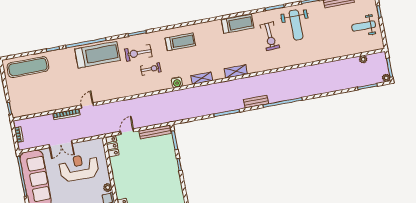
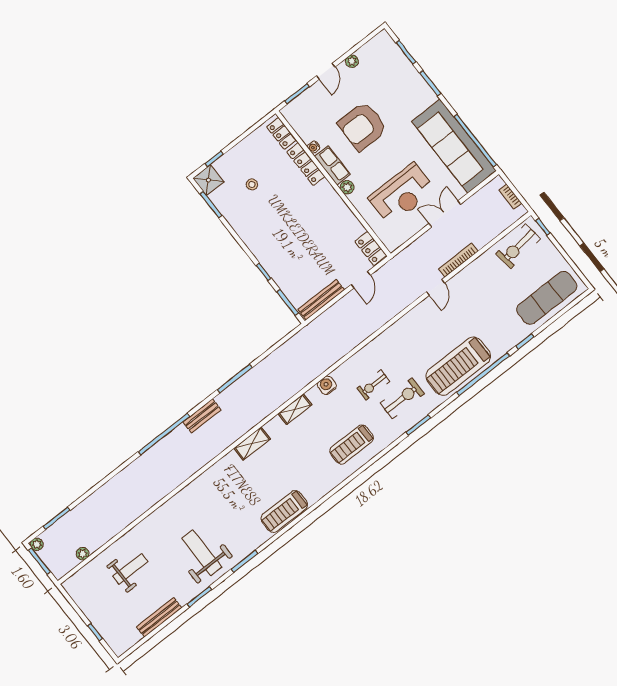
weight bench: (364, 26) -> (130, 569), moved
exercise bike: (270, 36) -> (518, 246), moved, turned -93

